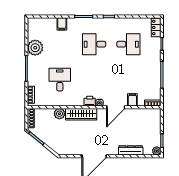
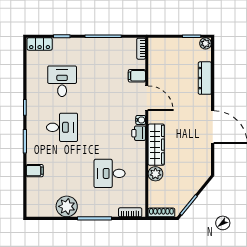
desk: (94, 44) -> (62, 127), turned -90

